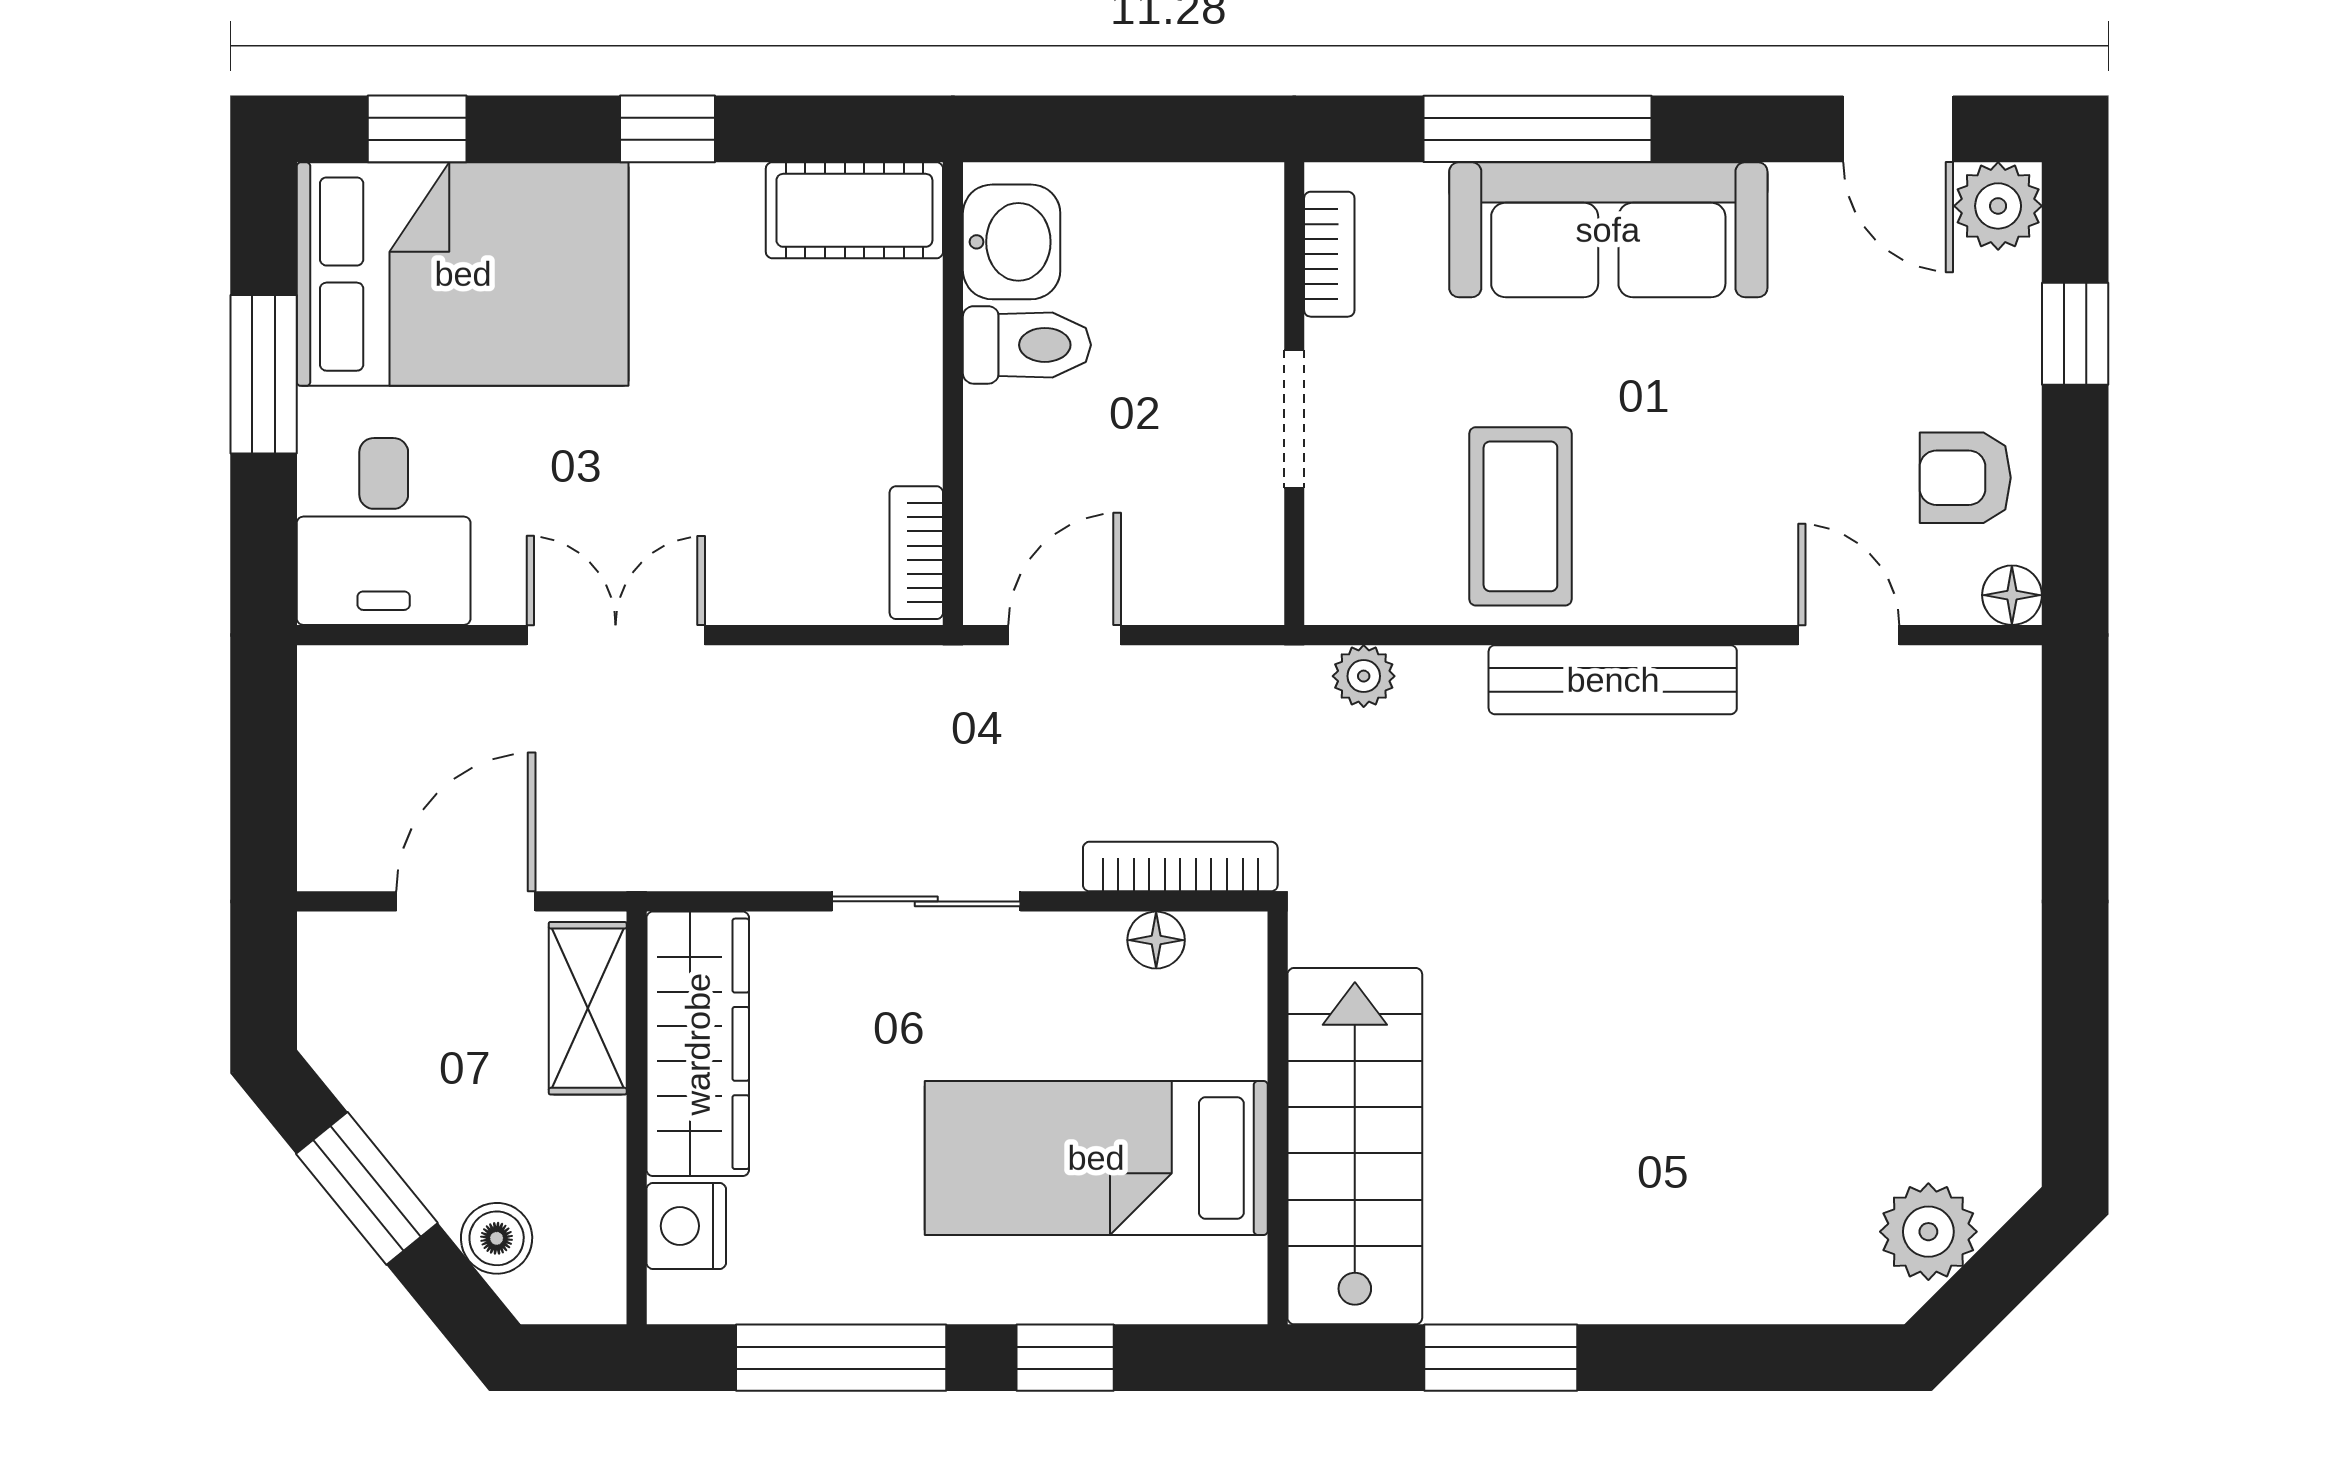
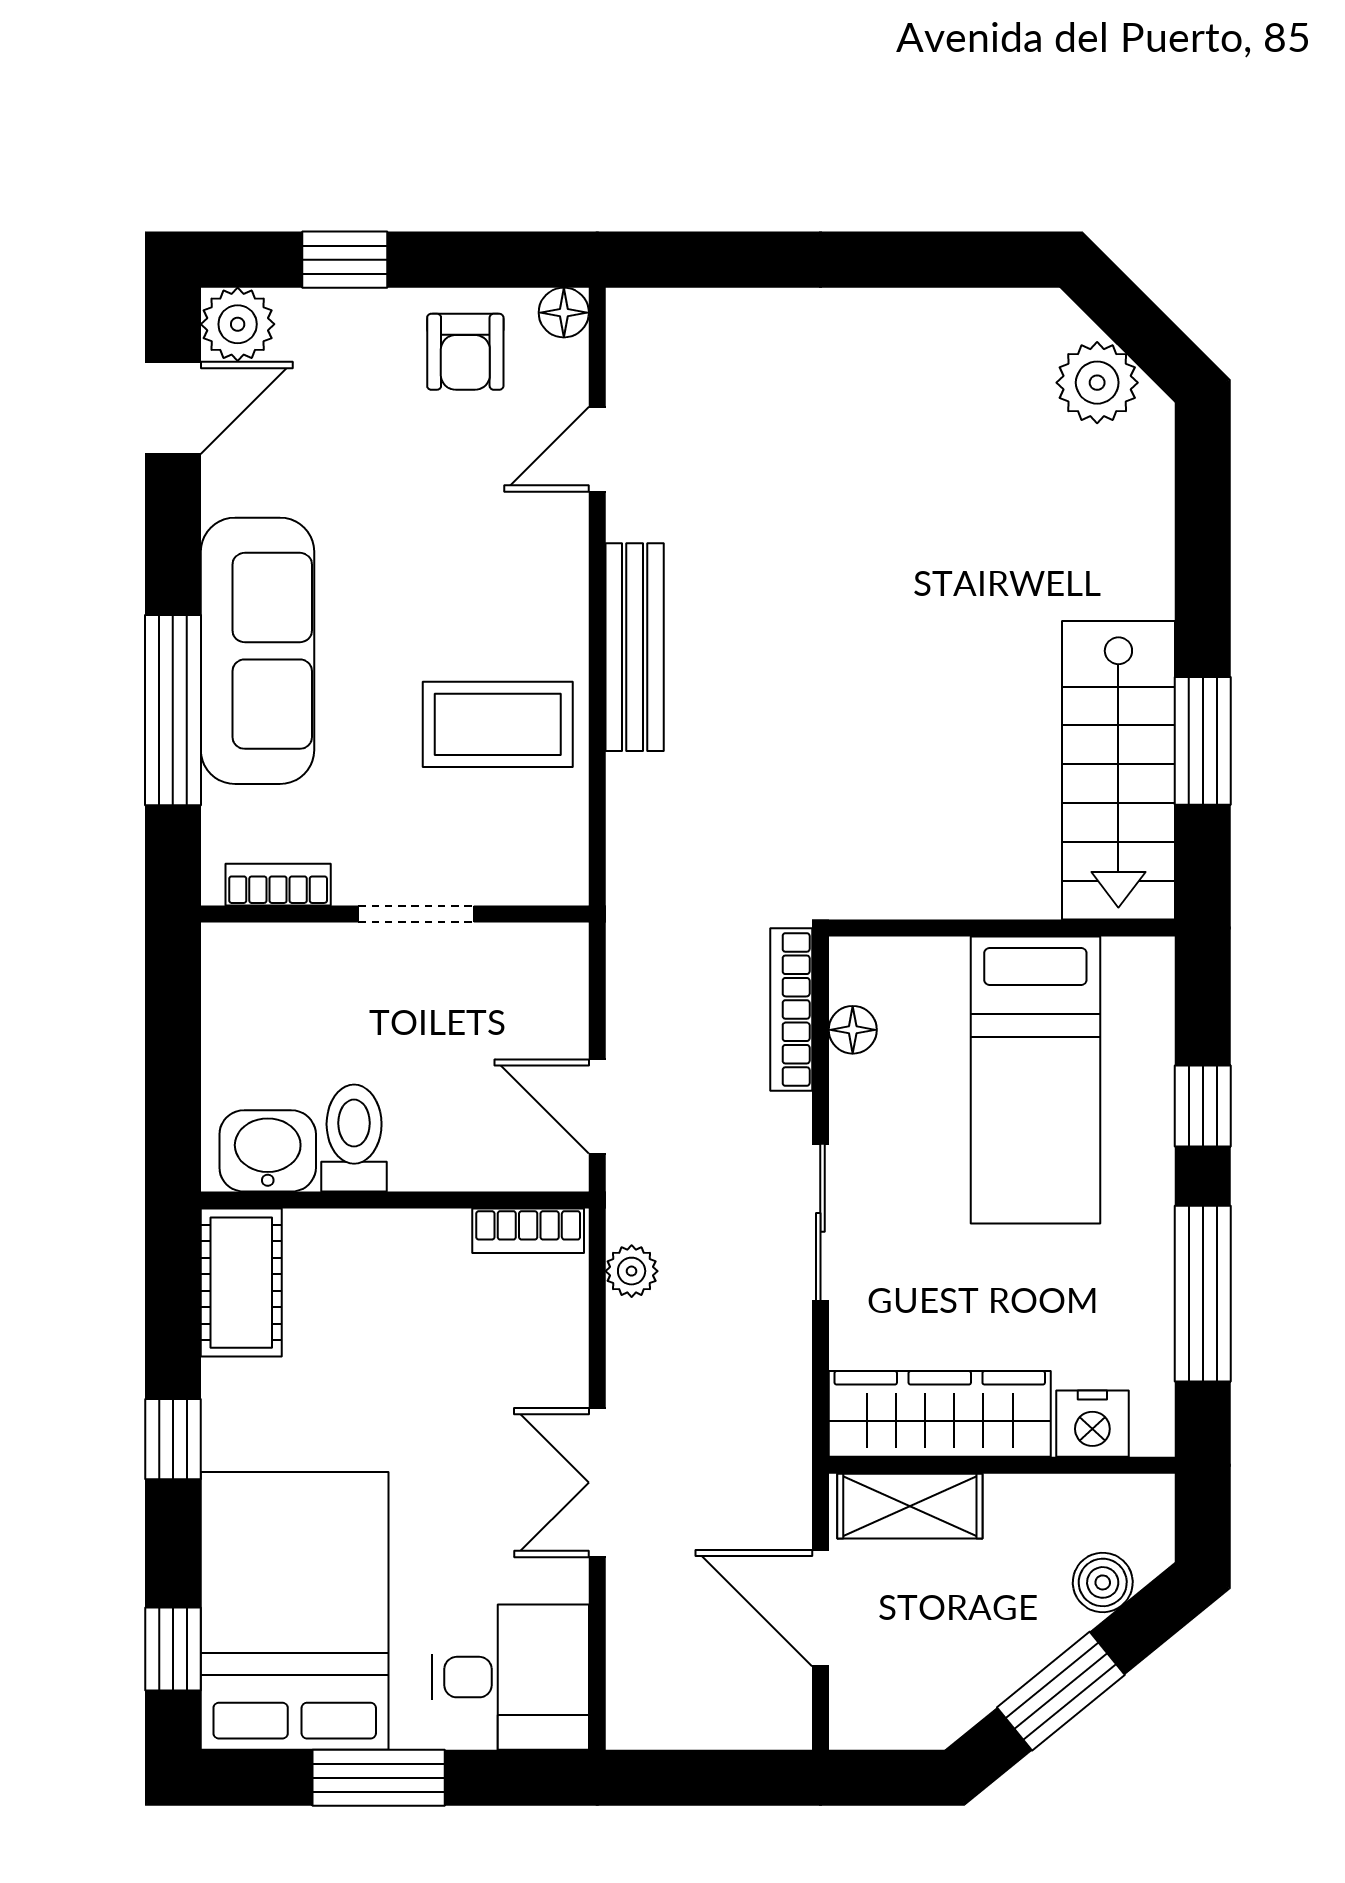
plant: (1364, 676) -> (632, 1271), moved
stairs: (1355, 1146) -> (1118, 770), moved, turned -90

